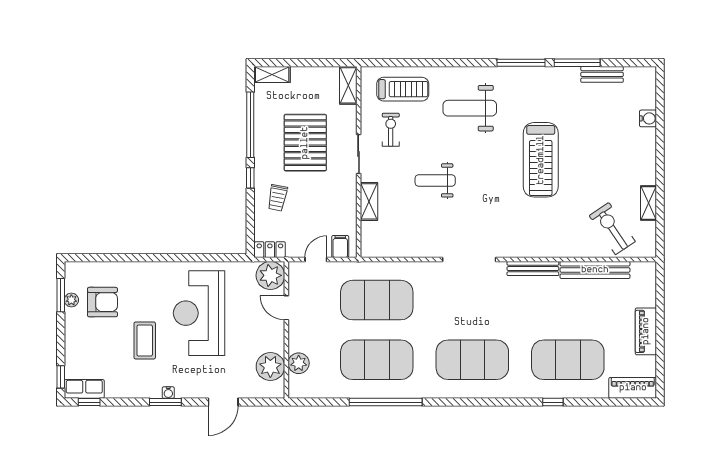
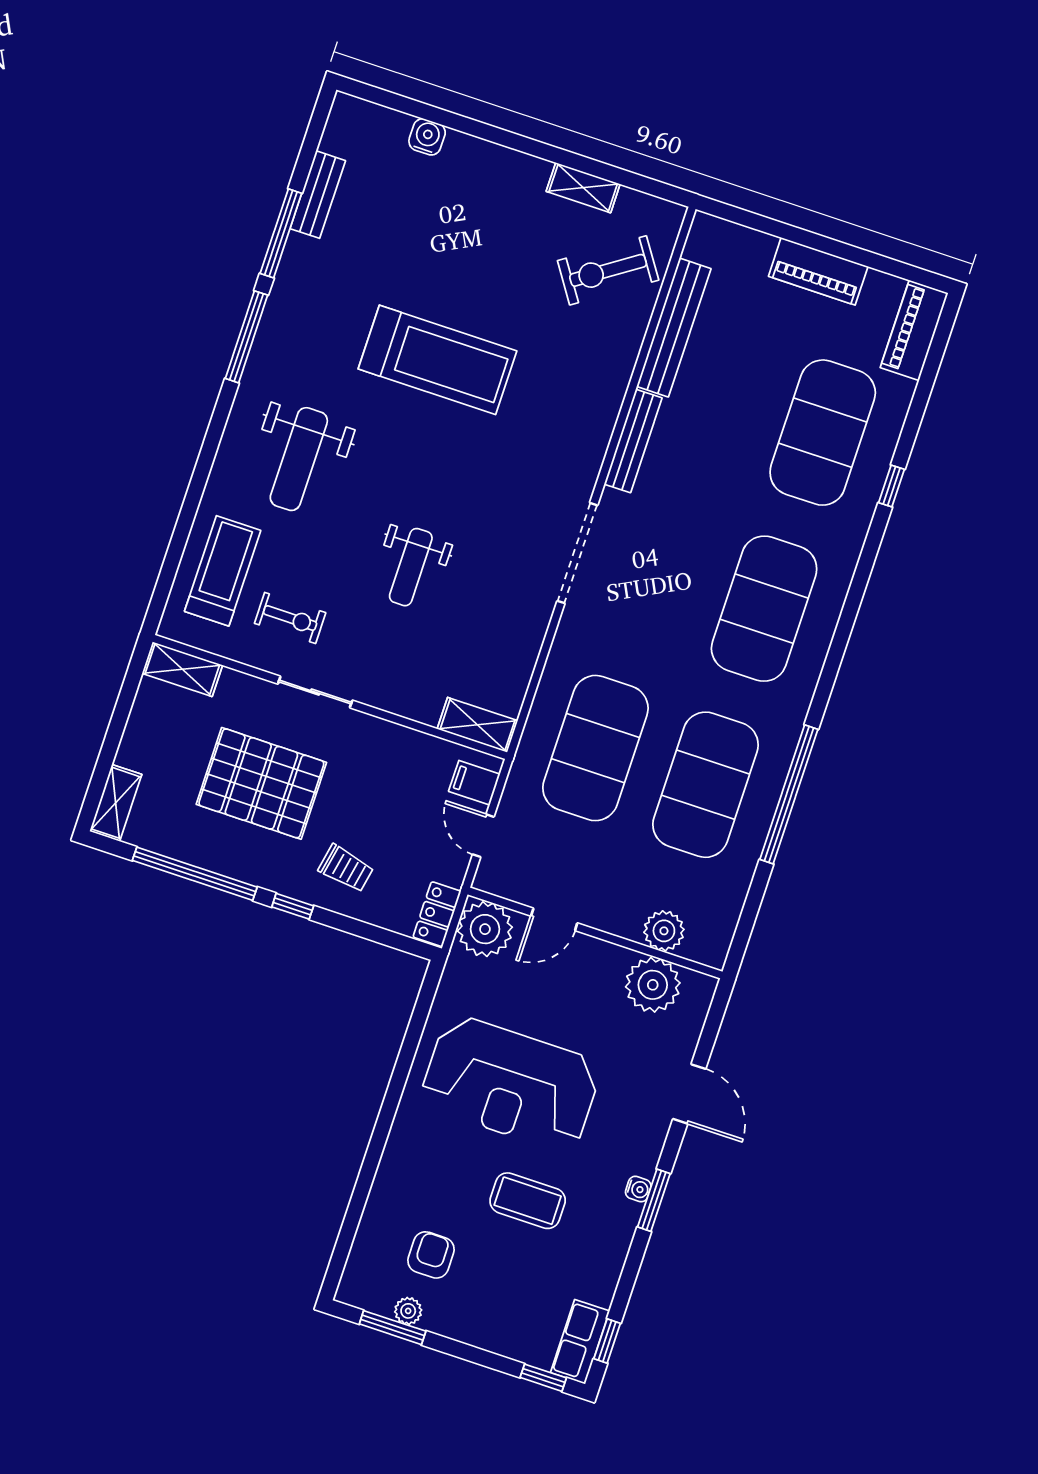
exercise bike: (391, 130) -> (290, 618), turned 180
shelving: (369, 201) -> (477, 725), moved
armchair: (102, 302) -> (431, 1255), width x0.72, depth x0.72

